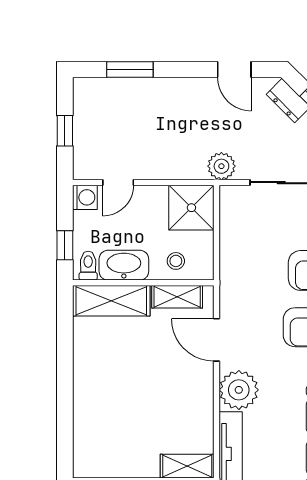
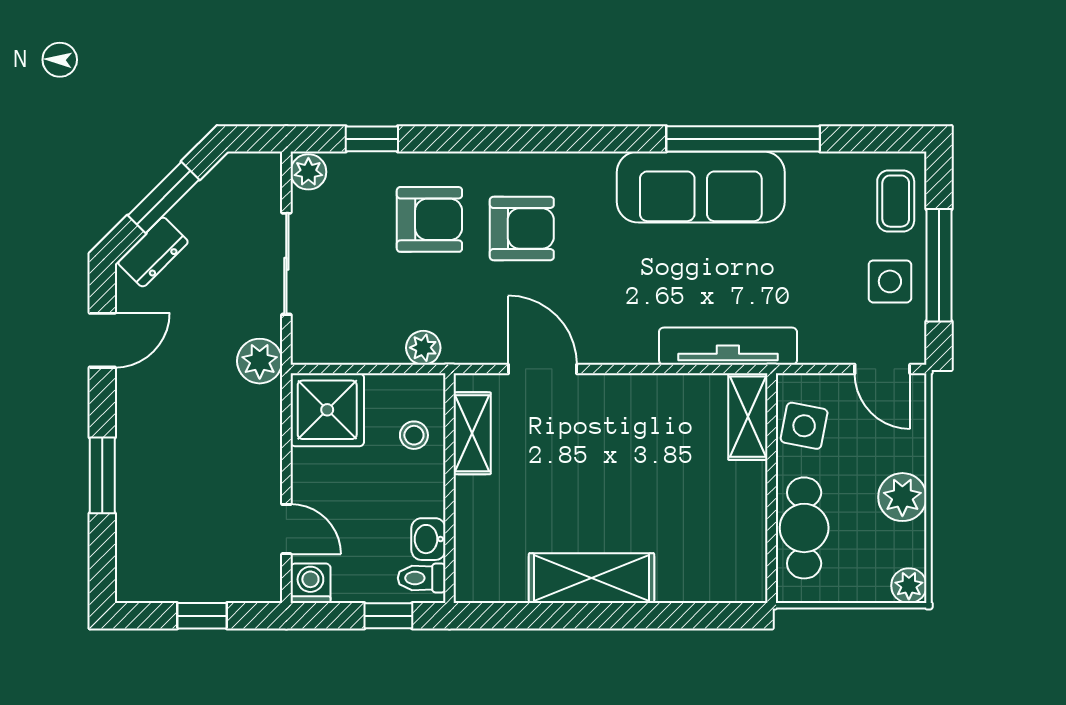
window: (130, 69) -> (102, 475), moved
washbasin: (124, 265) -> (428, 539), width x0.52, depth x0.69
shelving: (111, 301) -> (591, 578), moved, turned 90
door: (217, 340) -> (543, 369), swing flipped
plant: (239, 390) -> (423, 348), moved, width x0.53, depth x0.53

